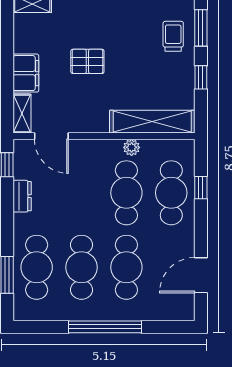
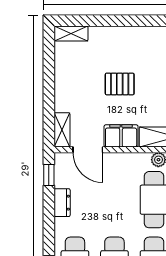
filing cabinet: (26, 73) -> (121, 136), moved, turned -90

